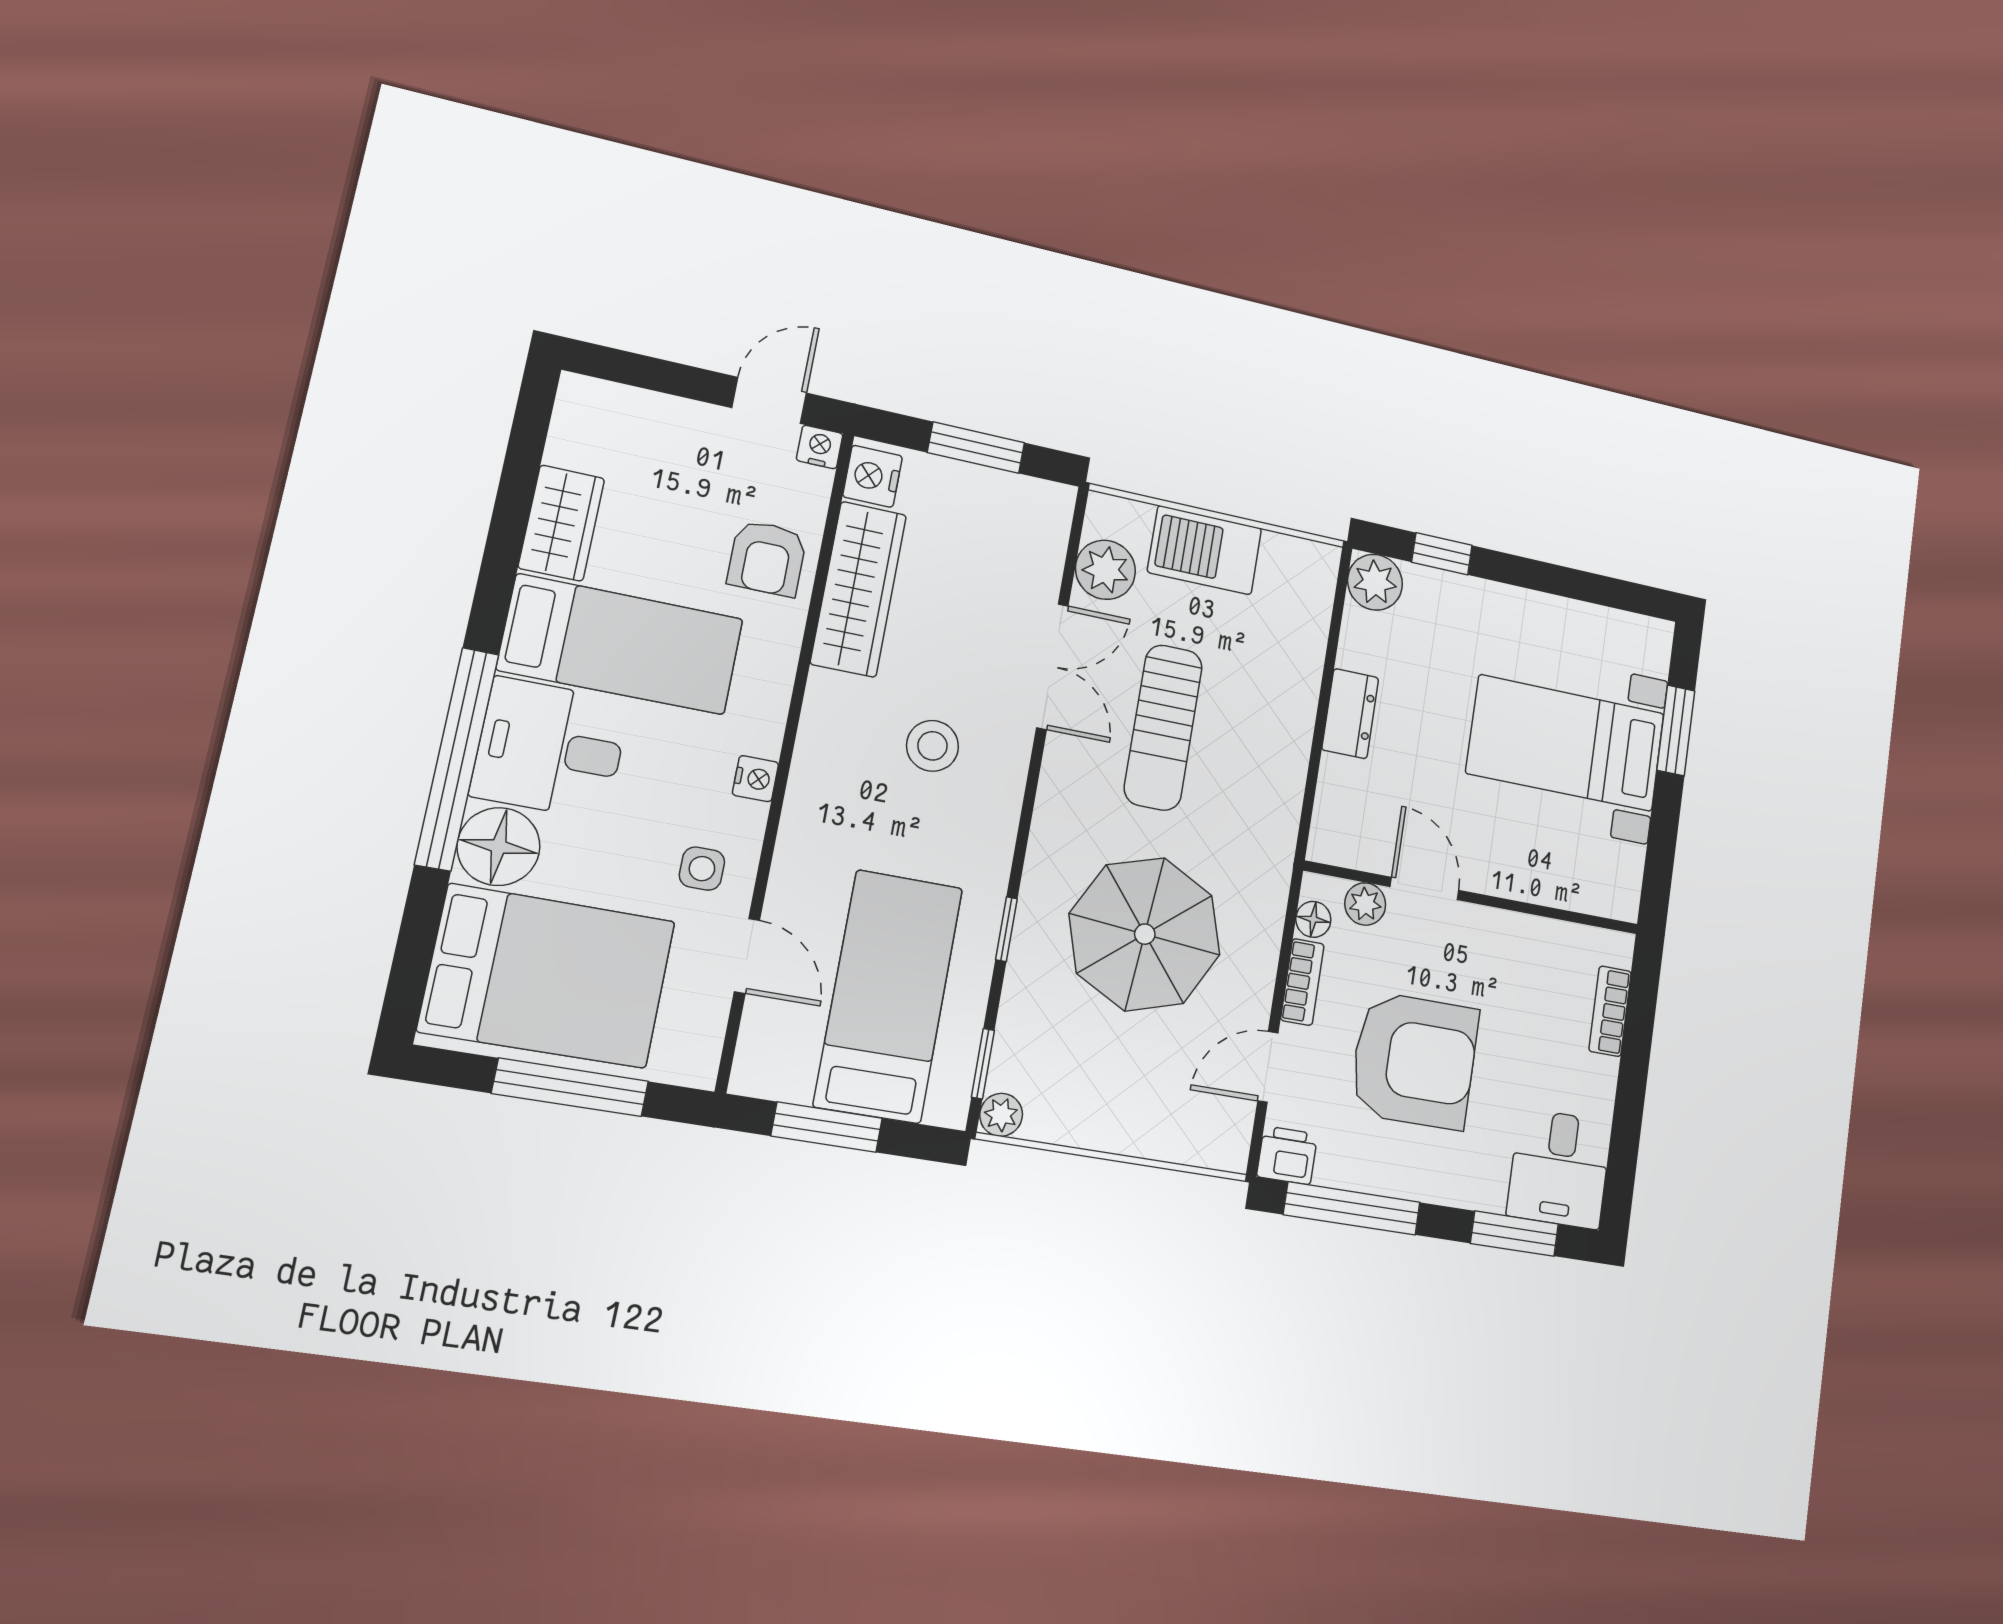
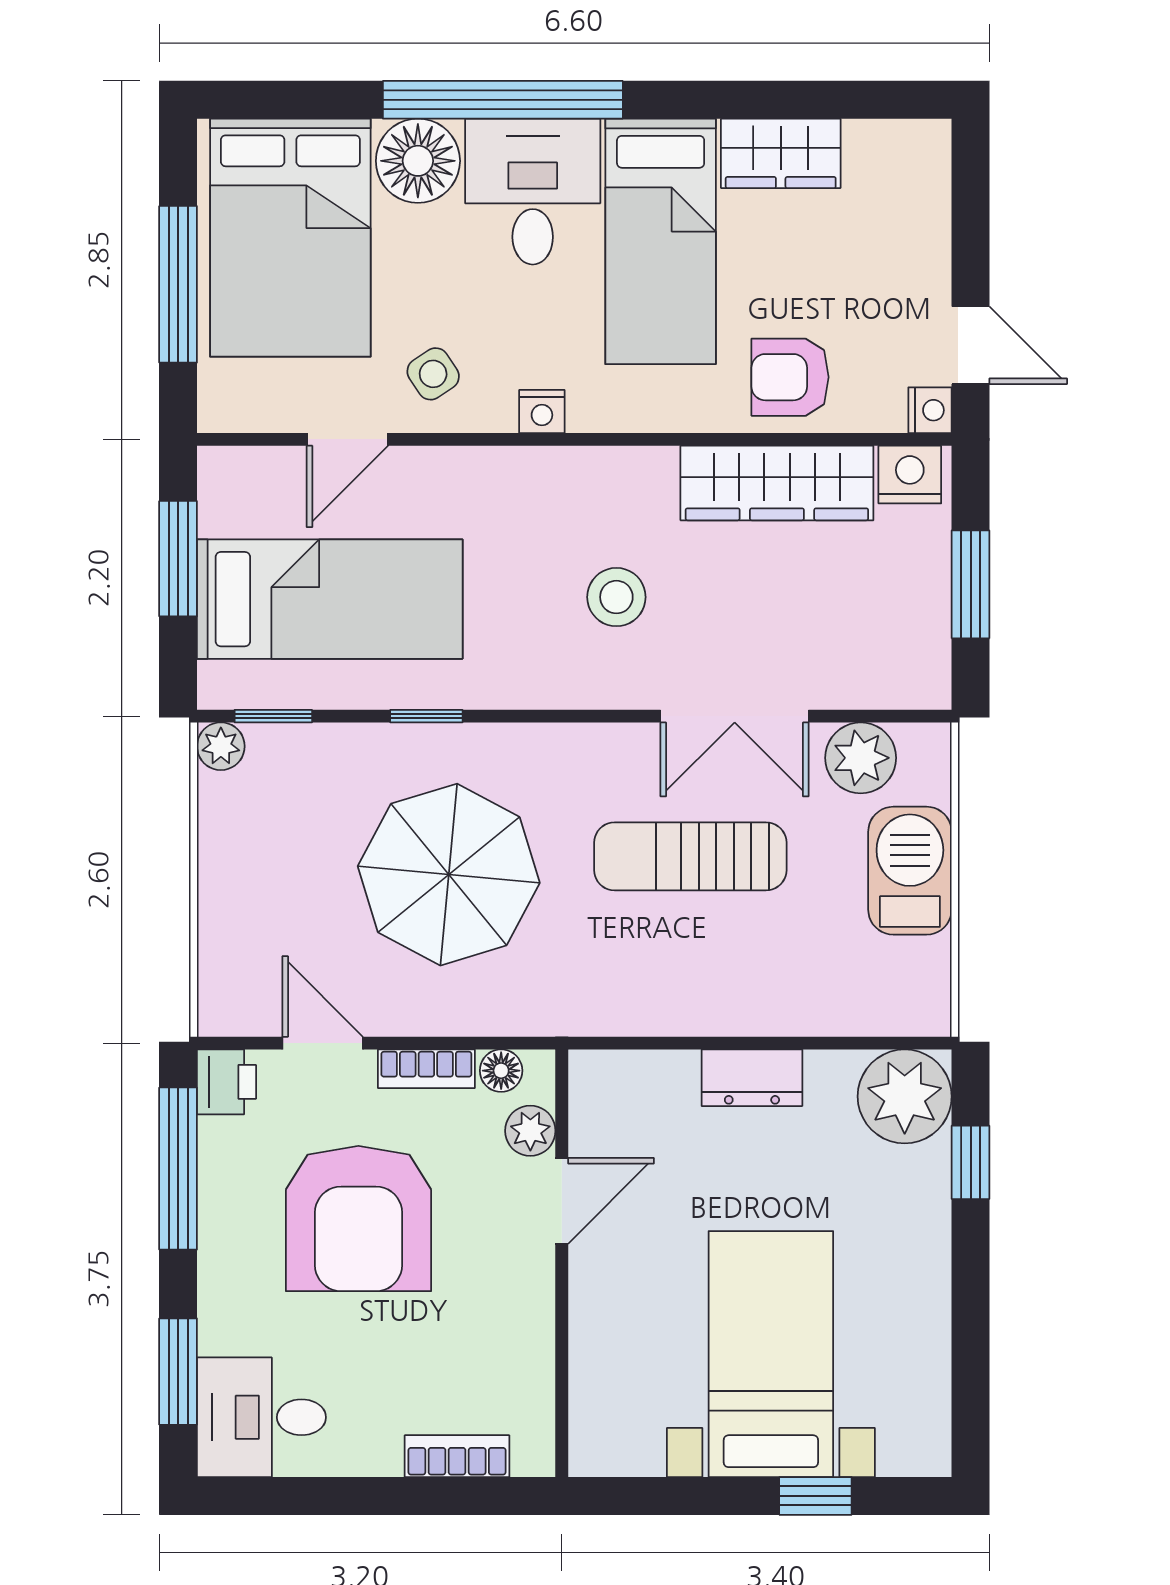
plant: (1375, 582) -> (905, 1096), width x1.36, depth x1.36
window: (1676, 730) -> (815, 1496), width x0.67
side table: (702, 869) -> (433, 374), turned -34

